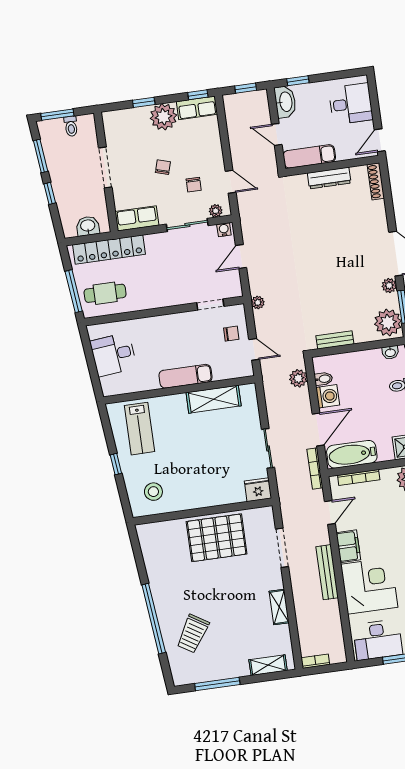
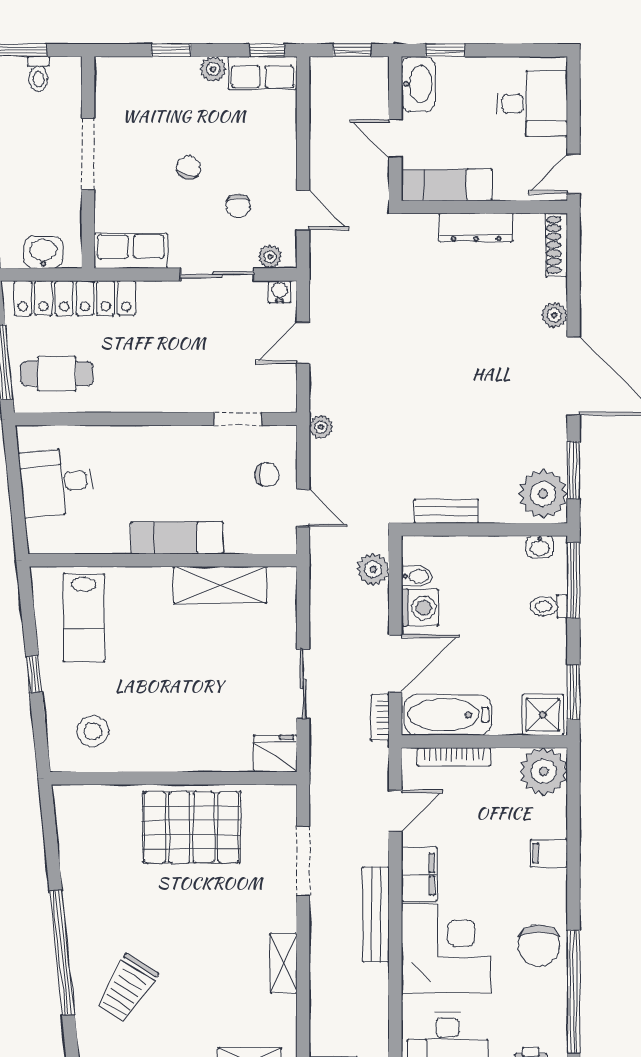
plant: (163, 117) -> (213, 69), width x0.53, depth x0.53
plant: (389, 286) -> (554, 315), moved
bookcase: (315, 468) -> (380, 718), width x0.64

